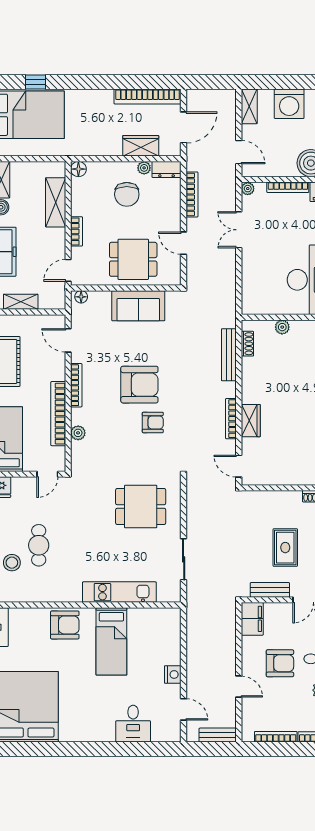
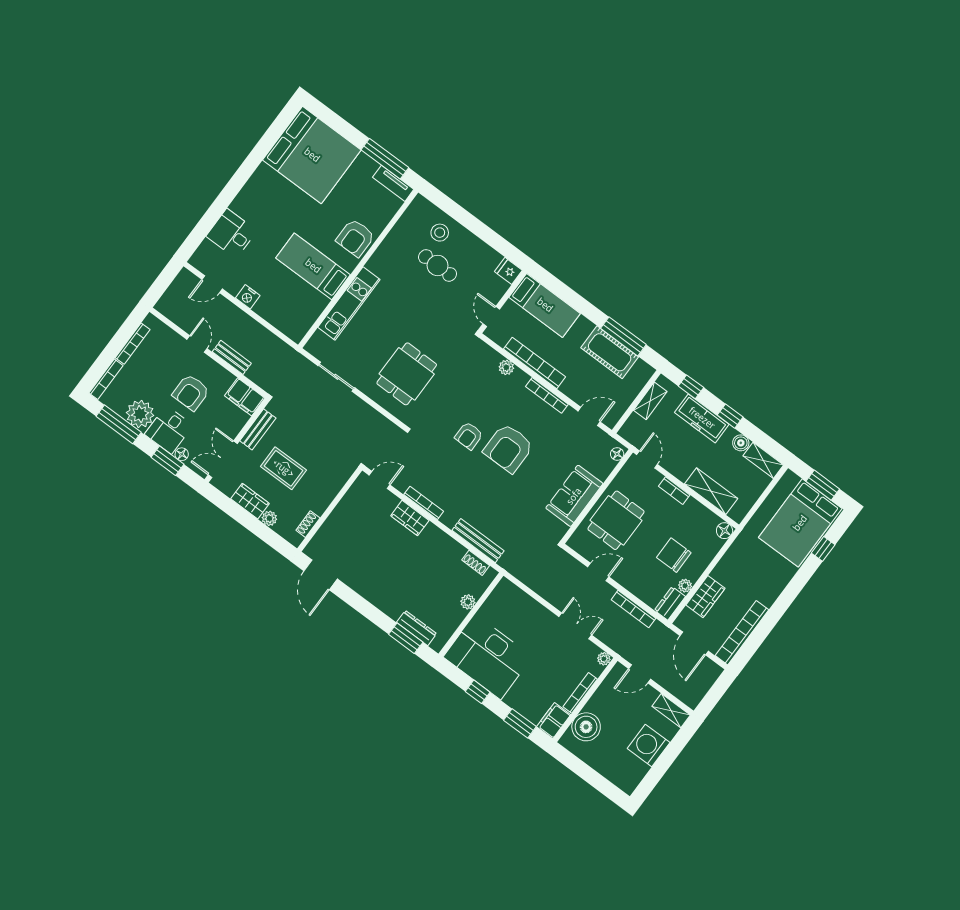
door: (239, 687) -> (197, 344), swing flipped
bench: (218, 735) -> (232, 357), moved, turned 90

